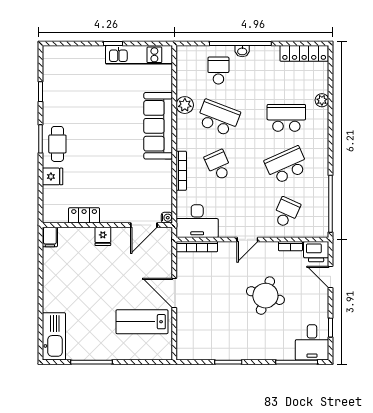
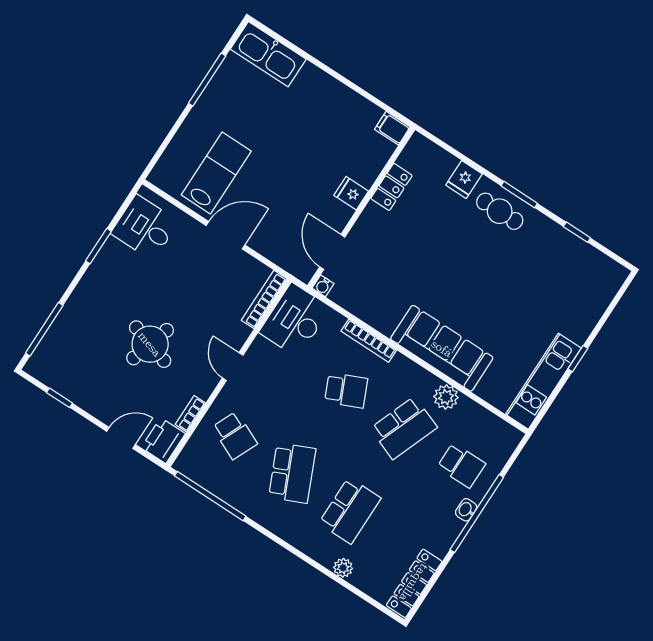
desk: (312, 342) -> (145, 228), moved

